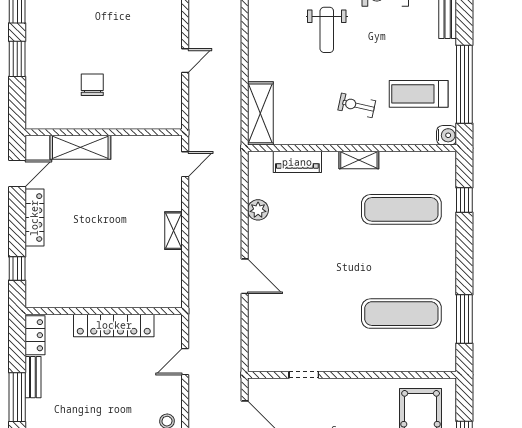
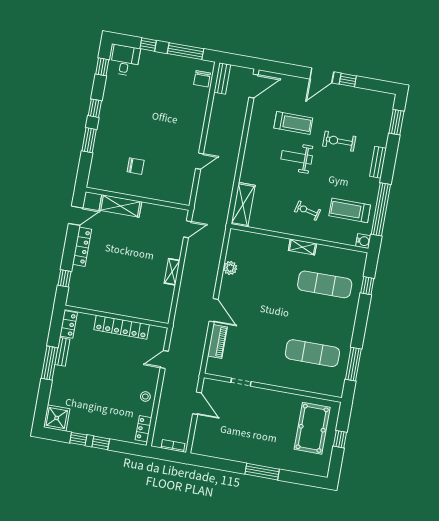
weight bench: (327, 30) -> (297, 157), turned 90
chair: (92, 85) -> (136, 166), turned 90
piano: (297, 162) -> (217, 341), moved, turned -90

